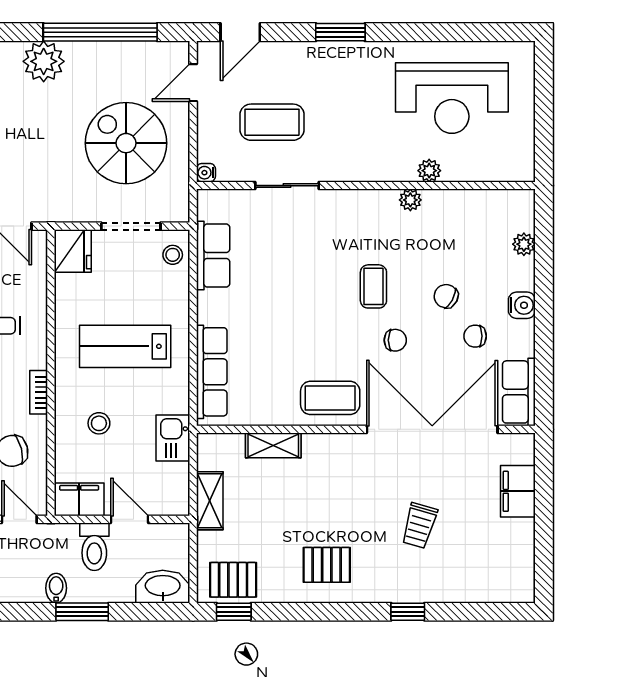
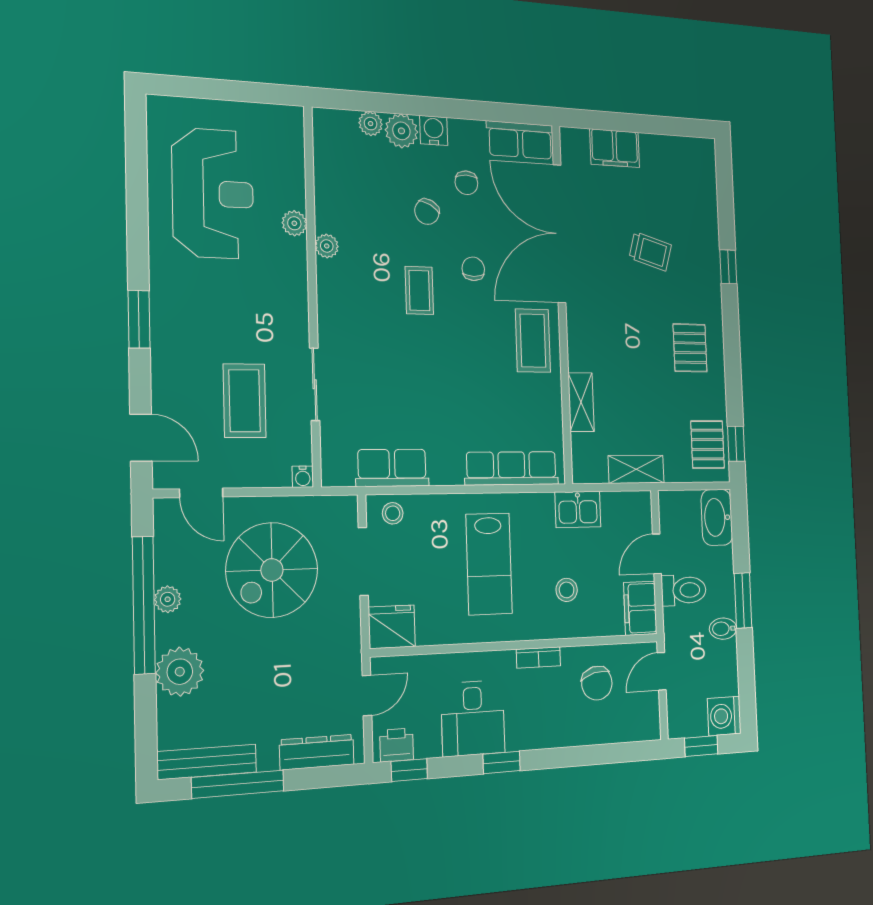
plant: (104, 52) -> (168, 599), added
plant: (519, 274) -> (401, 131), added
coffee table: (373, 286) -> (419, 290), turned 90

